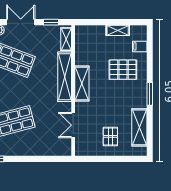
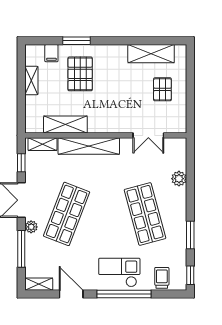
shelving: (82, 83) -> (65, 125), moved
window: (150, 94) -> (77, 41), moved
pallet: (110, 136) -> (162, 89), turned 90
plant: (38, 150) -> (179, 179), added

